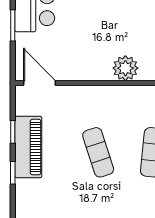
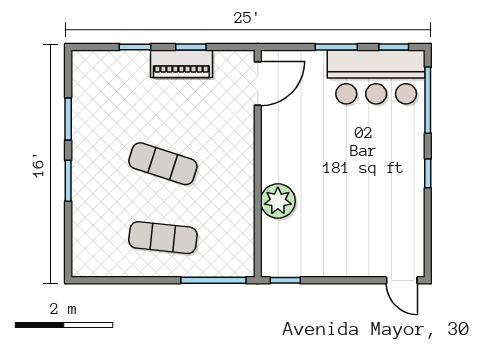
piano: (28, 147) -> (181, 64), width x0.73, depth x0.75
exercise mat: (98, 152) -> (163, 164), turned 36

